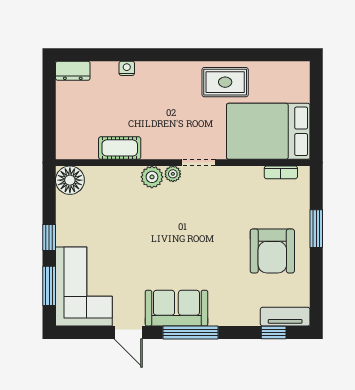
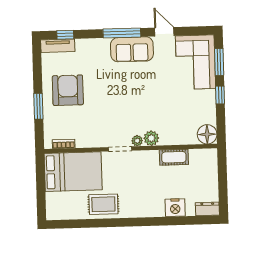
nightstand: (127, 68) -> (175, 208), width x1.89, depth x1.79

